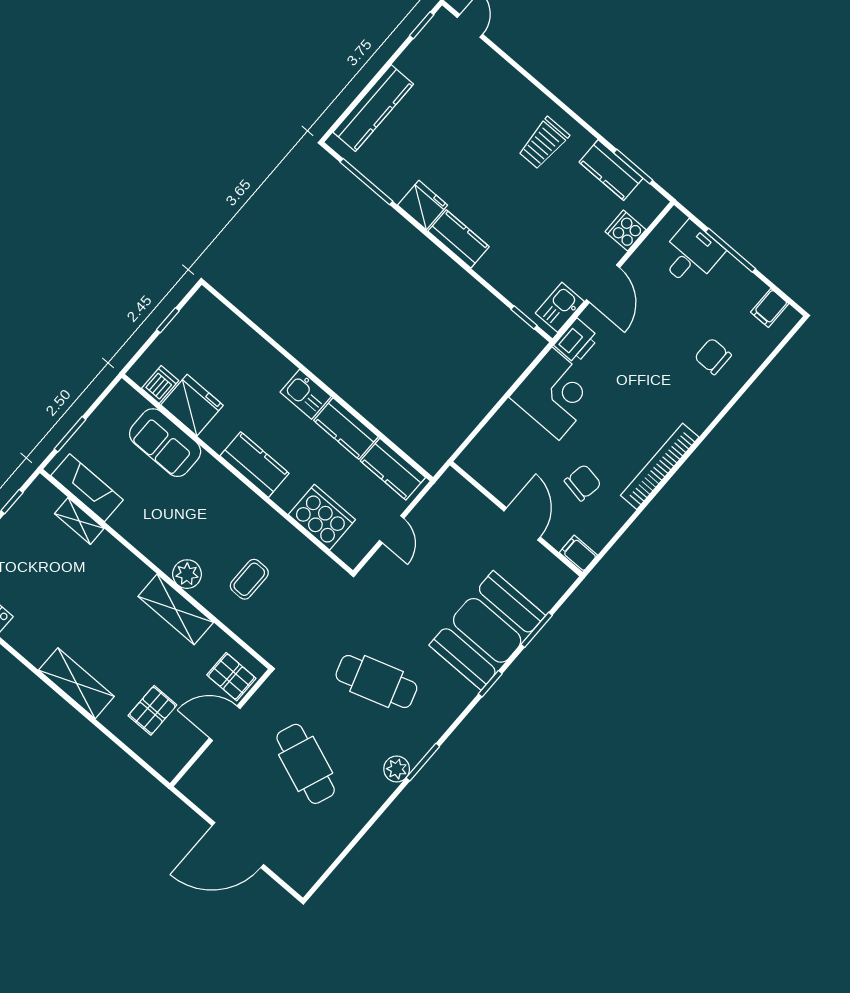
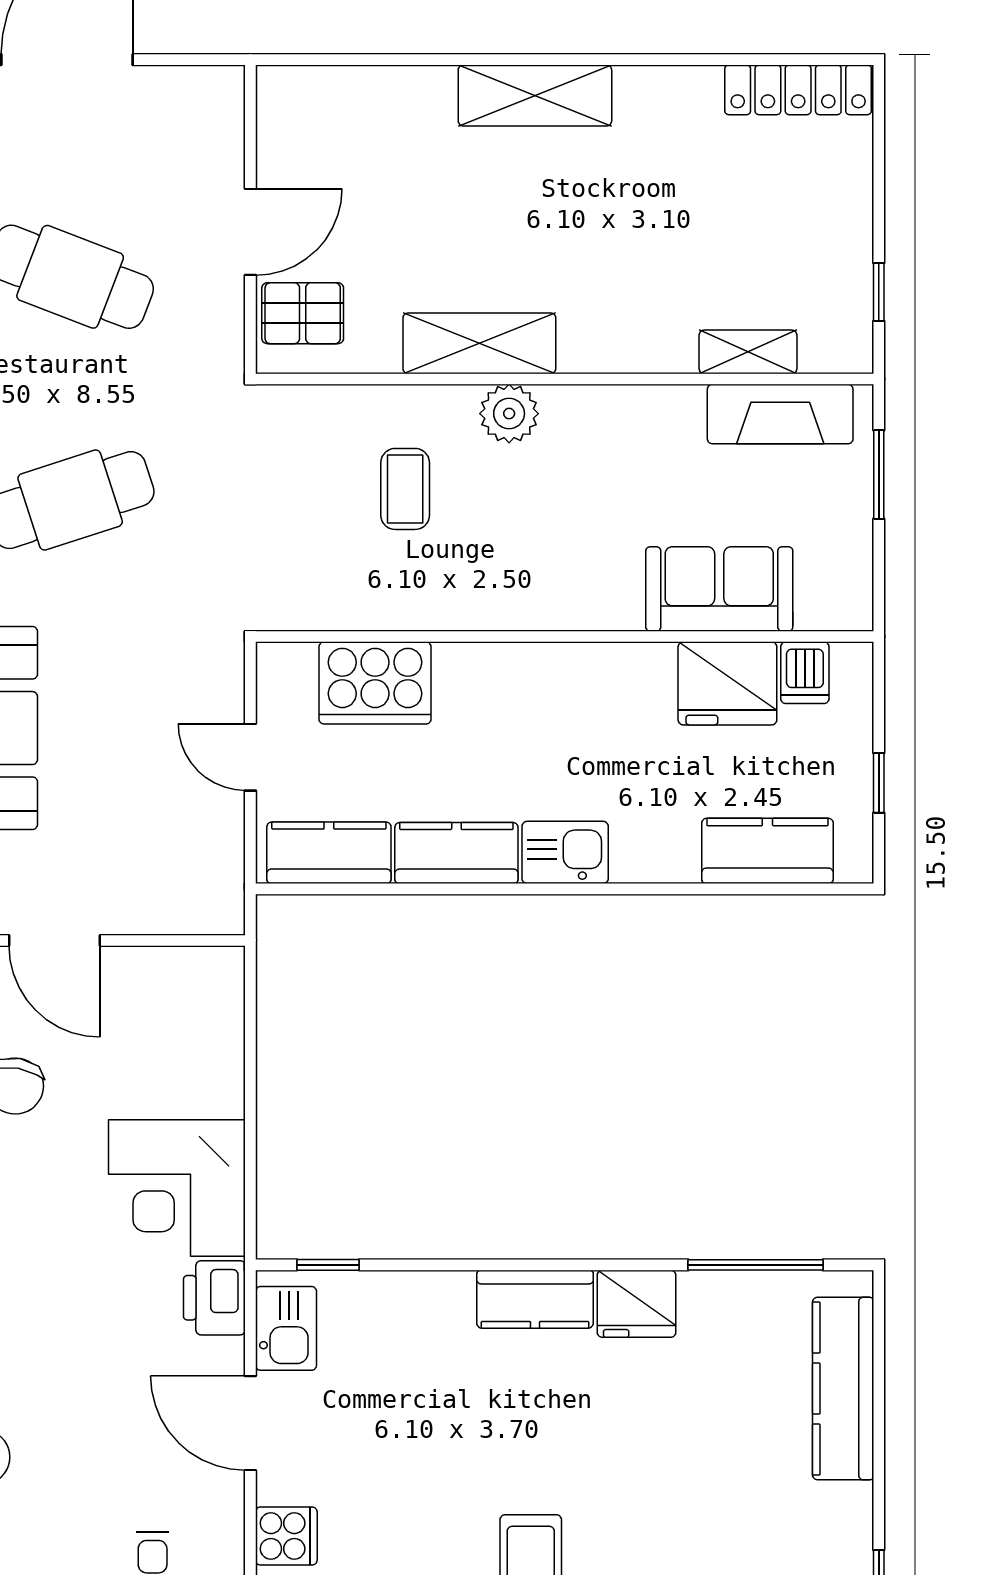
kitchen counter: (254, 465) -> (767, 851), moved, turned 180
pallet: (152, 710) -> (380, 155), removed

